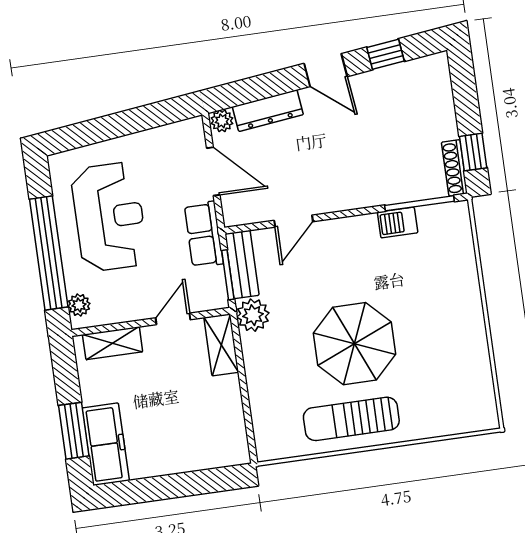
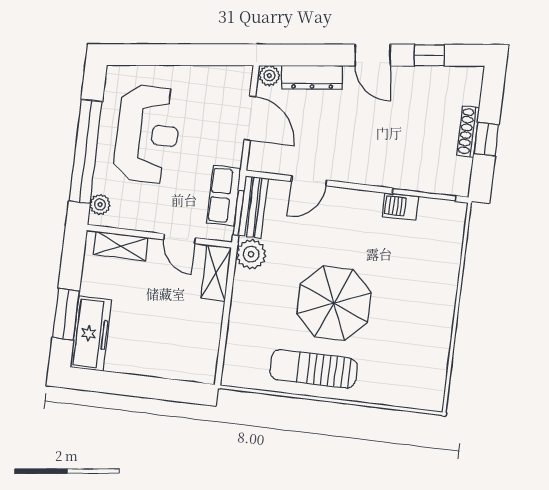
window: (473, 152) -> (486, 139), moved
shoe rack: (454, 168) -> (468, 131), moved
row of seats: (204, 234) -> (224, 196), moved
door: (173, 319) -> (180, 239), swing flipped

